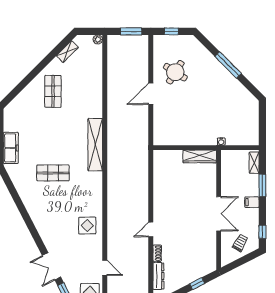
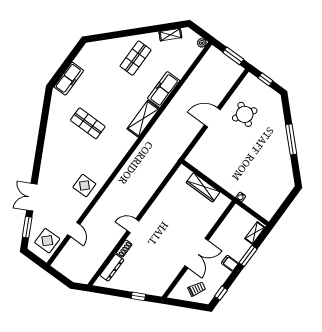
freezer: (95, 100) -> (164, 90), added
shelving: (95, 145) -> (143, 119), width x0.68
wardrobe: (200, 156) -> (203, 187), moved

